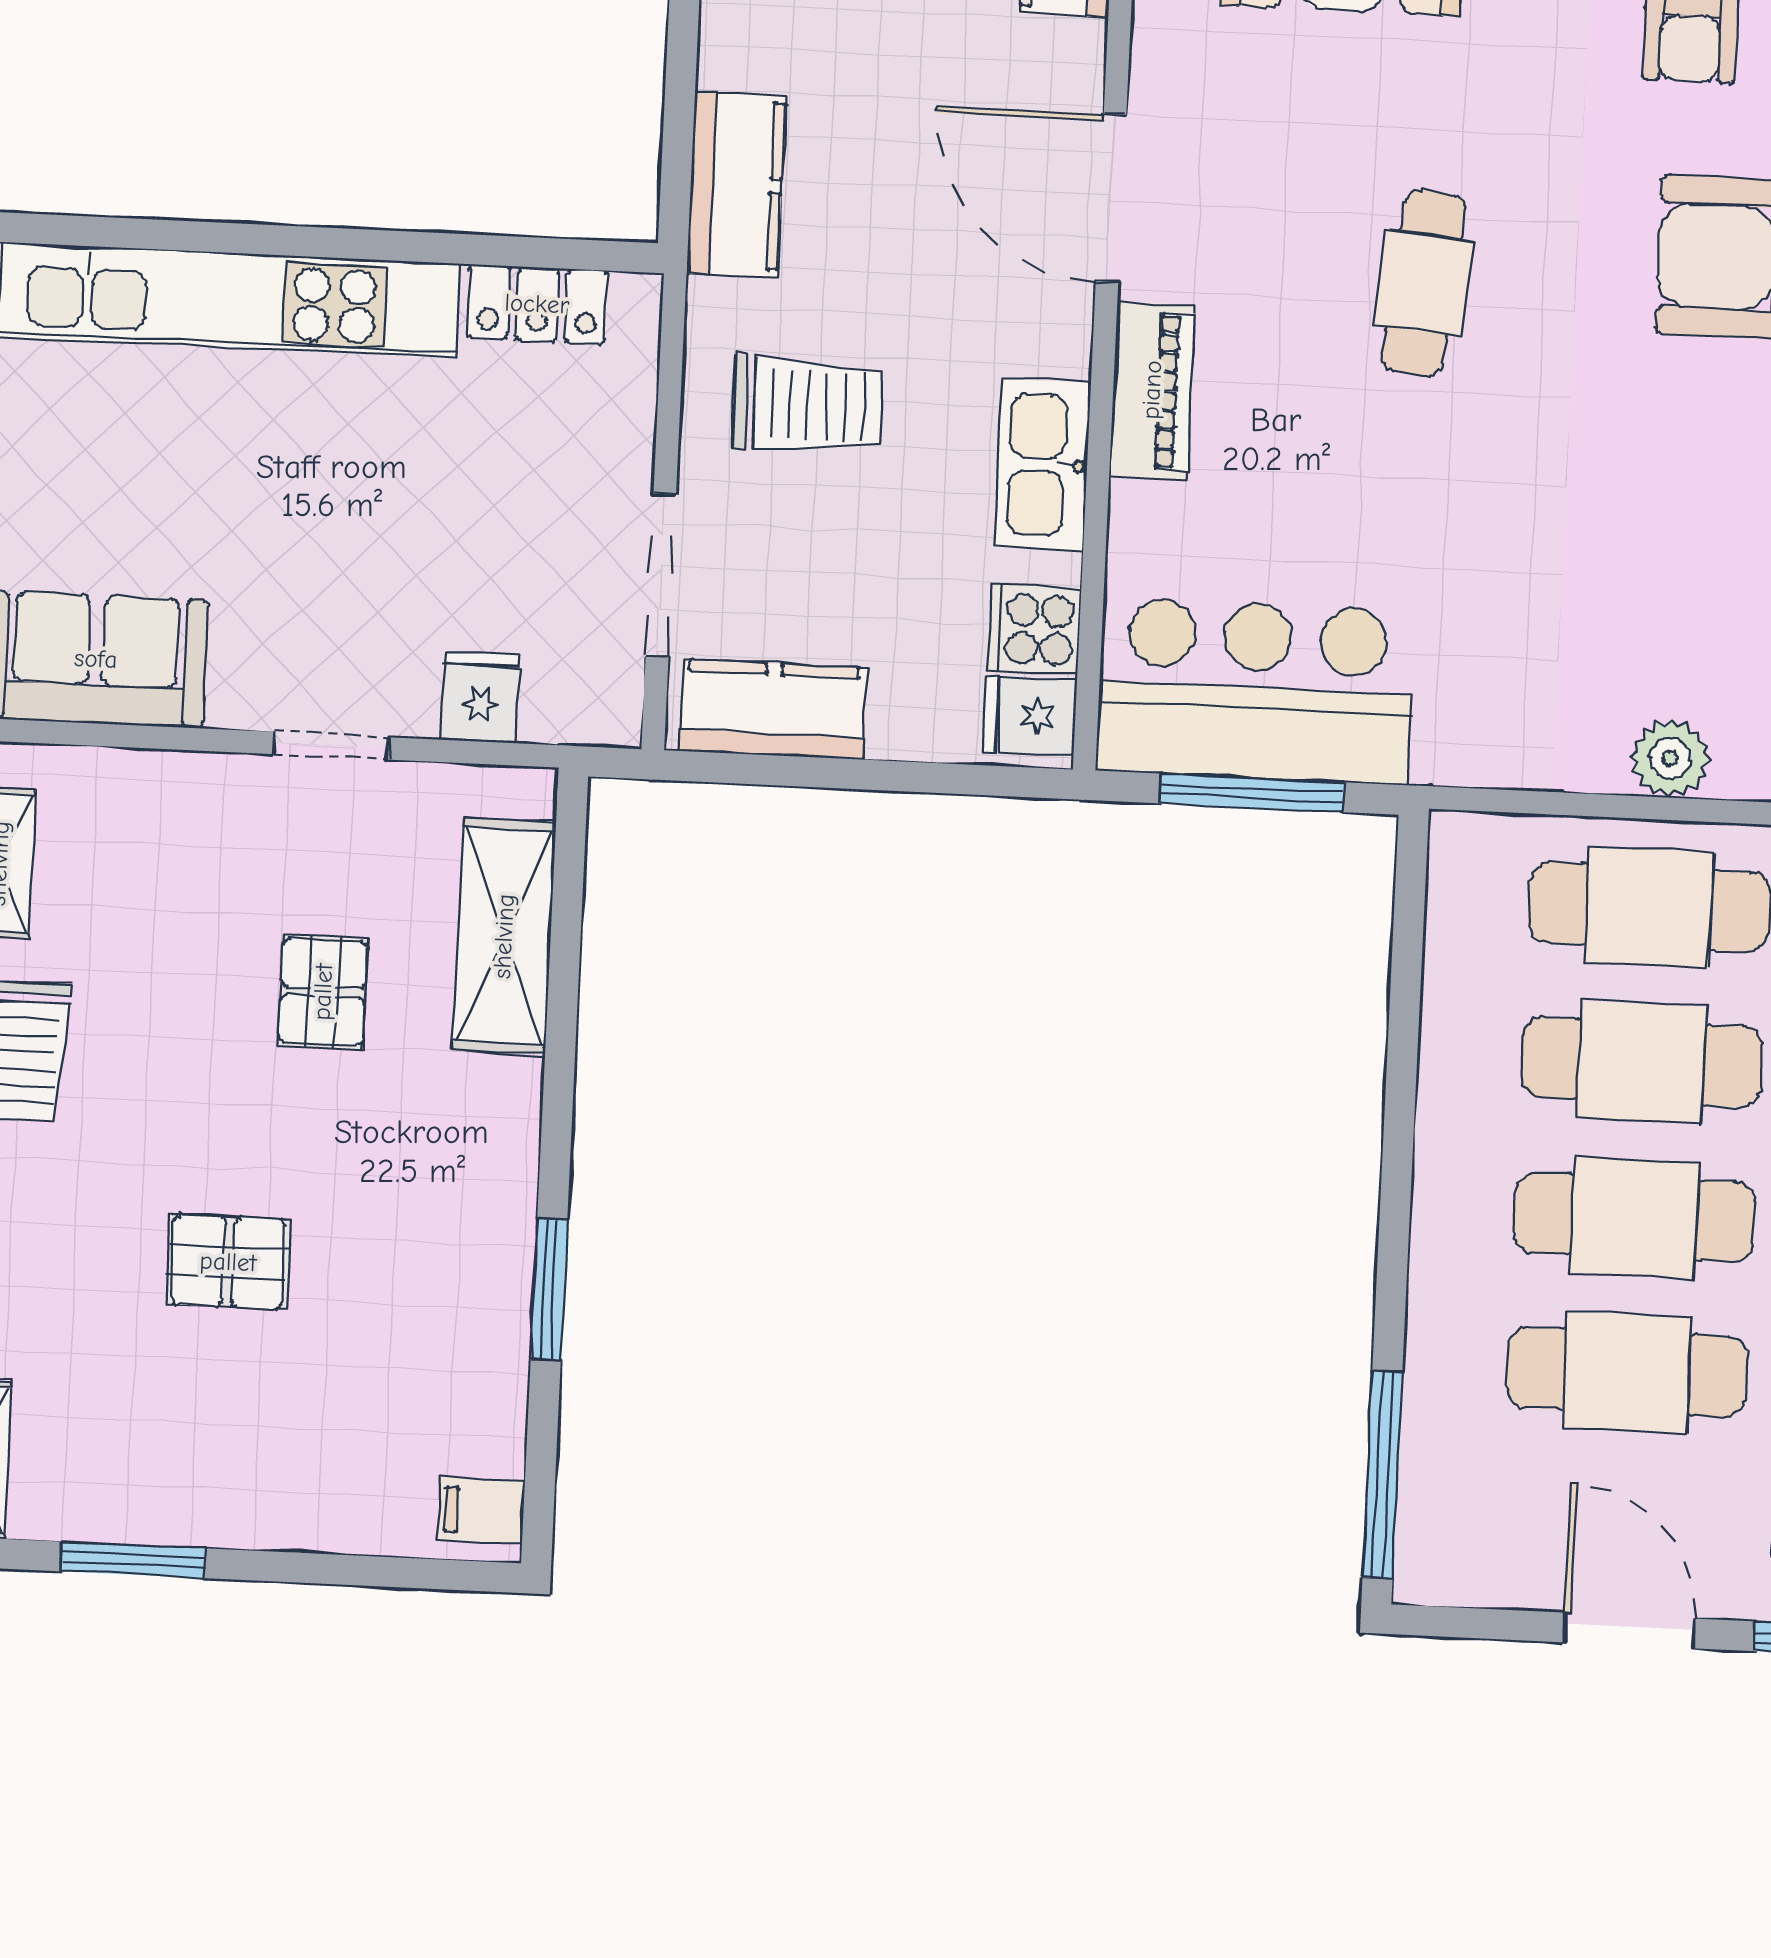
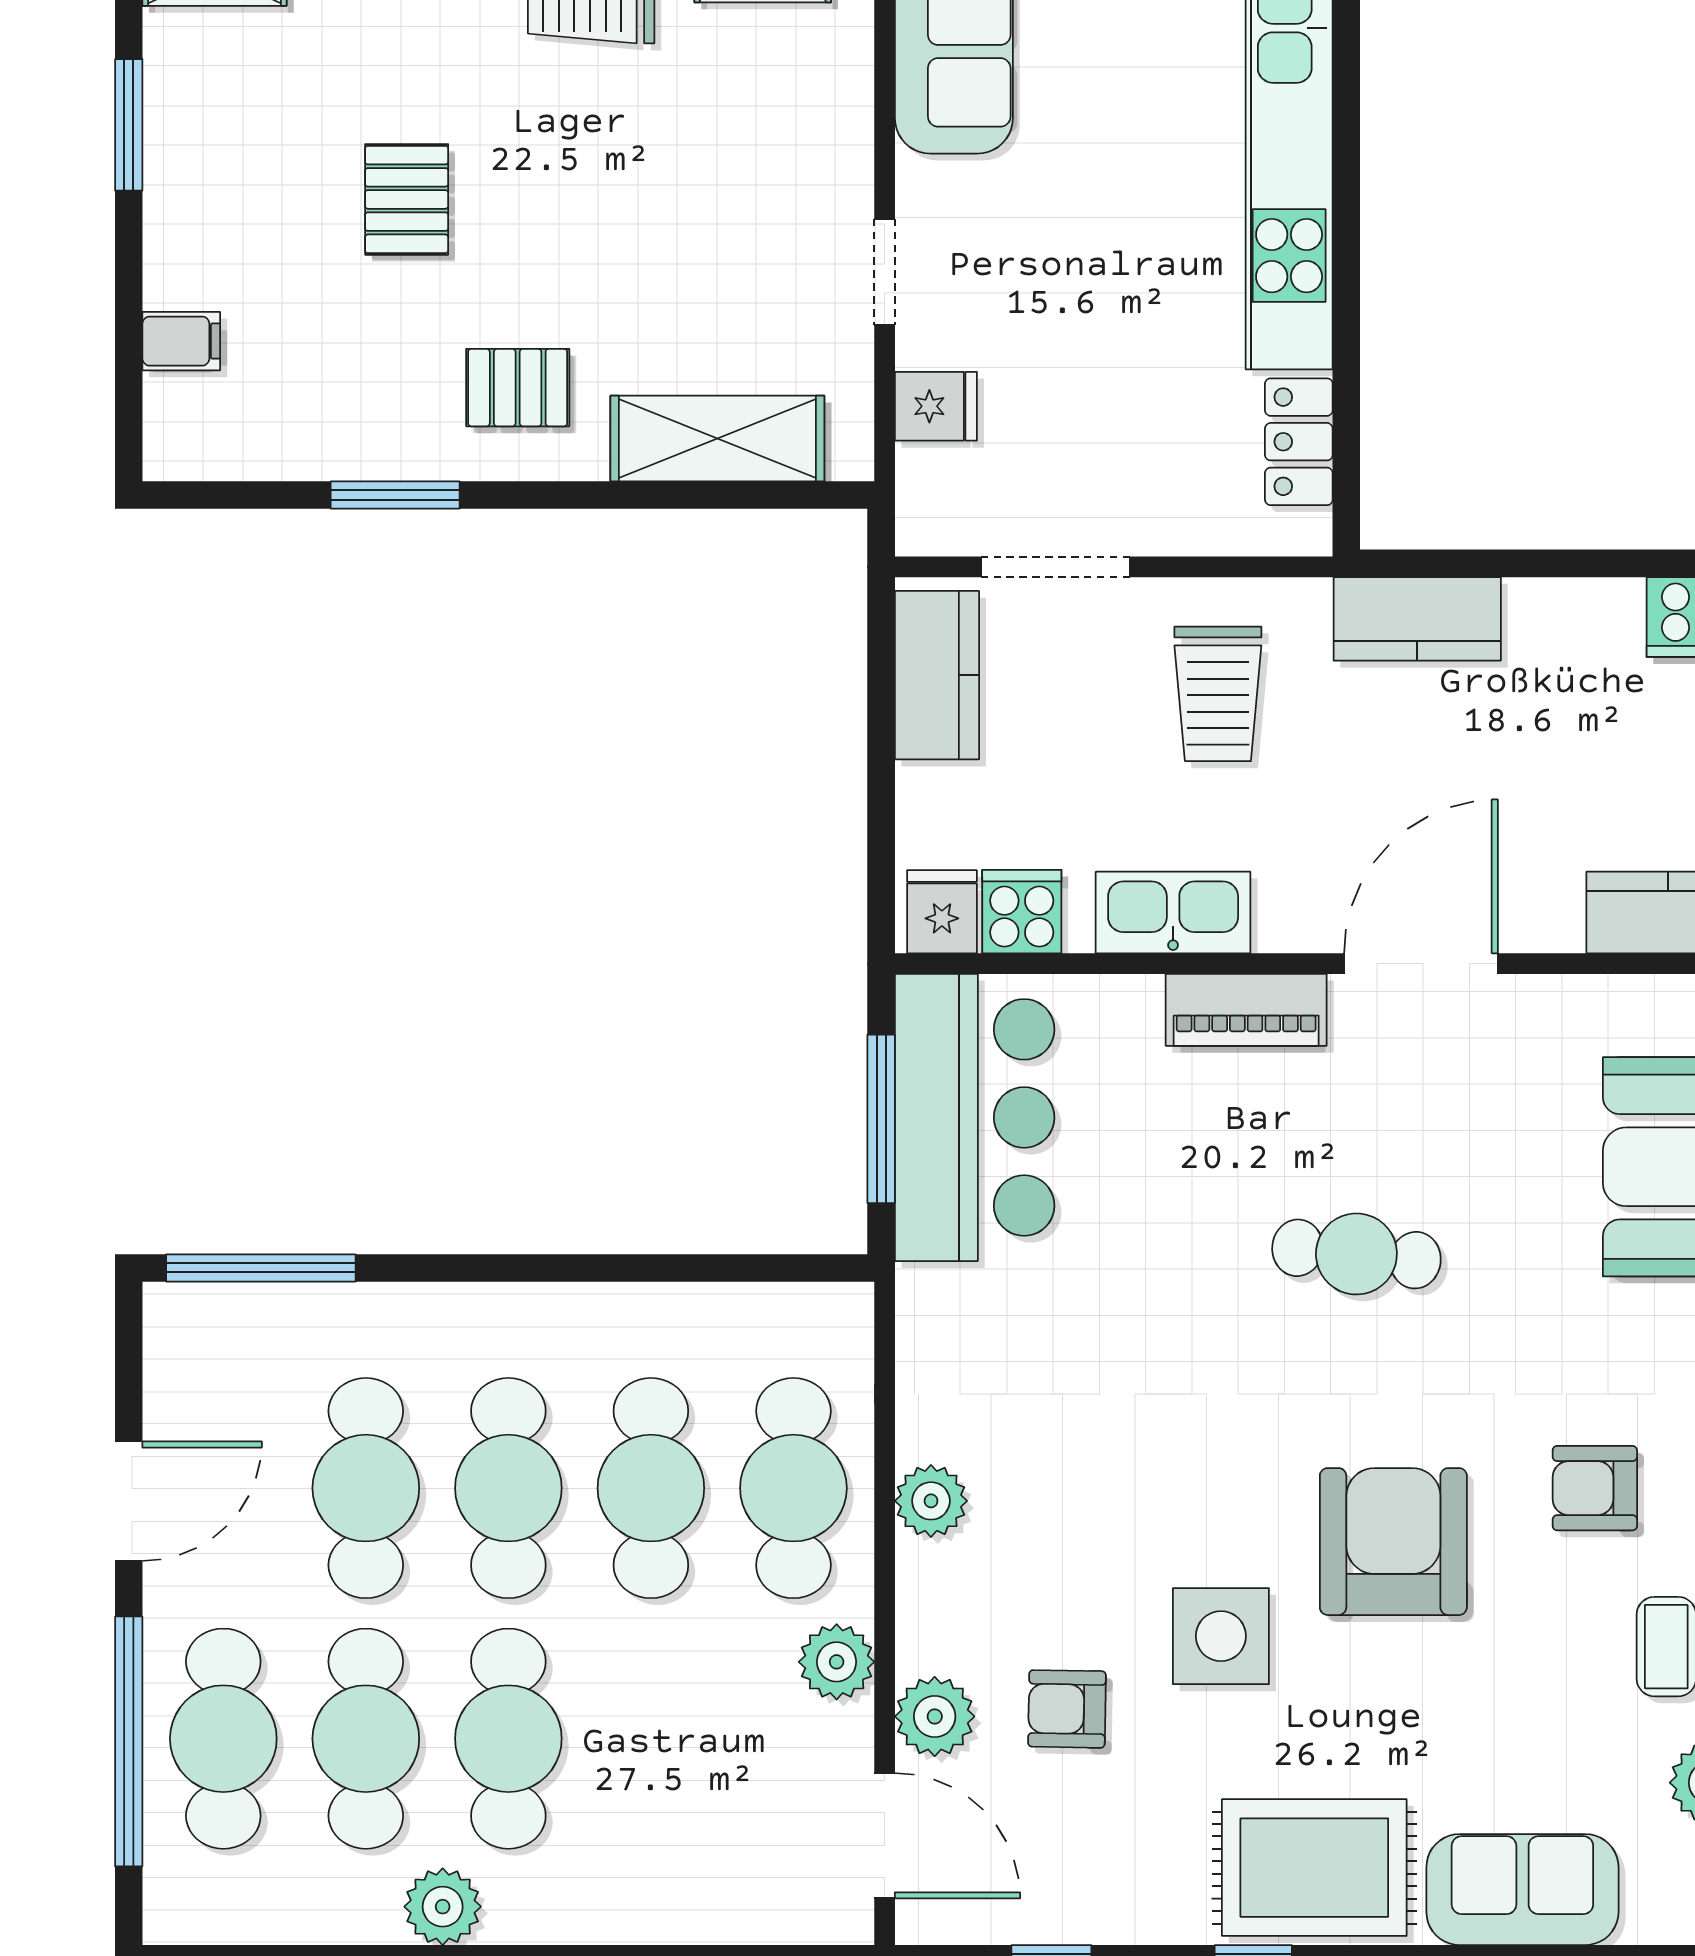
pallet: (323, 992) -> (518, 388), moved
filing cabinet: (481, 1510) -> (181, 341), moved, turned 90

